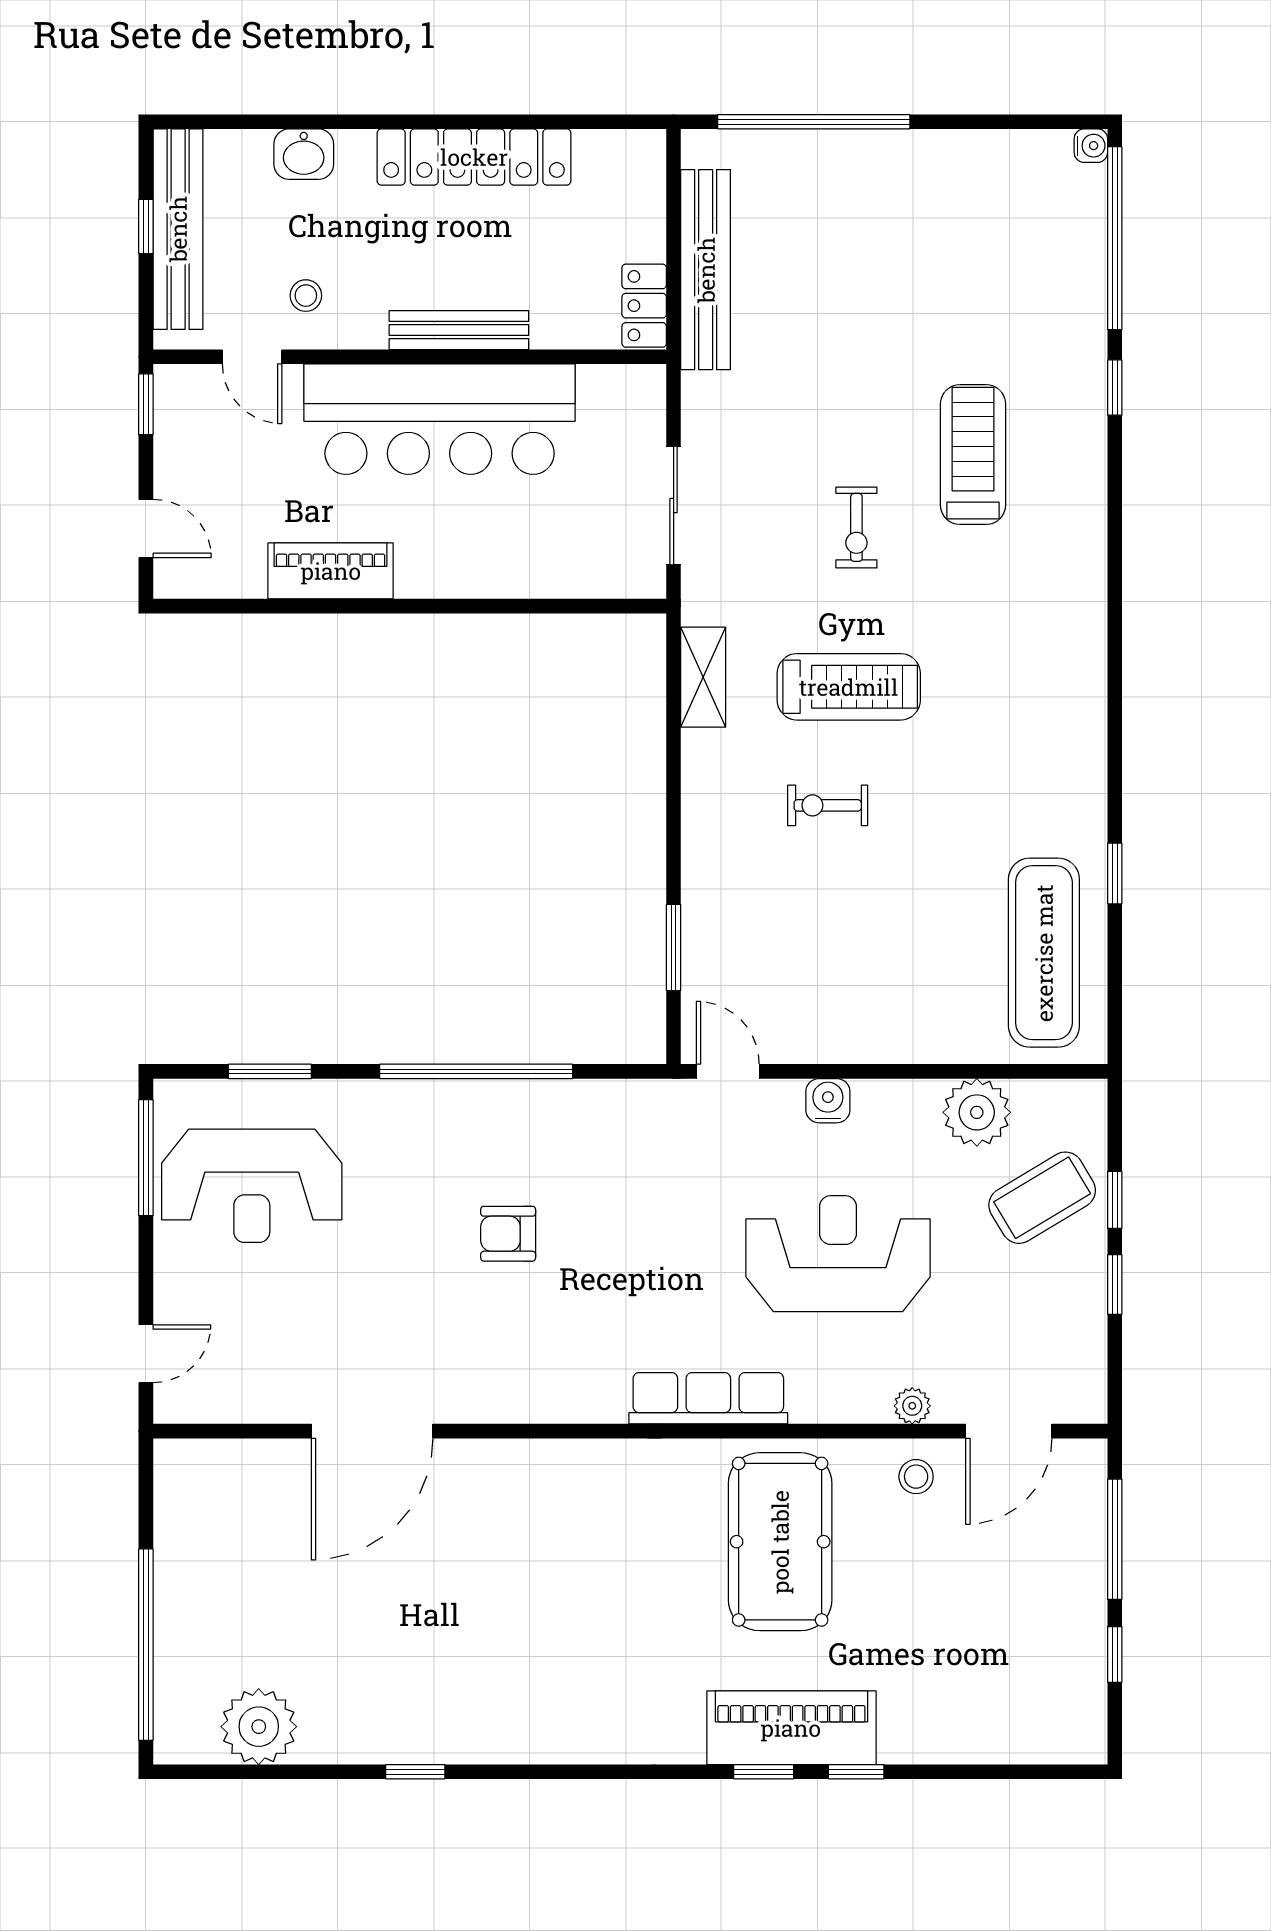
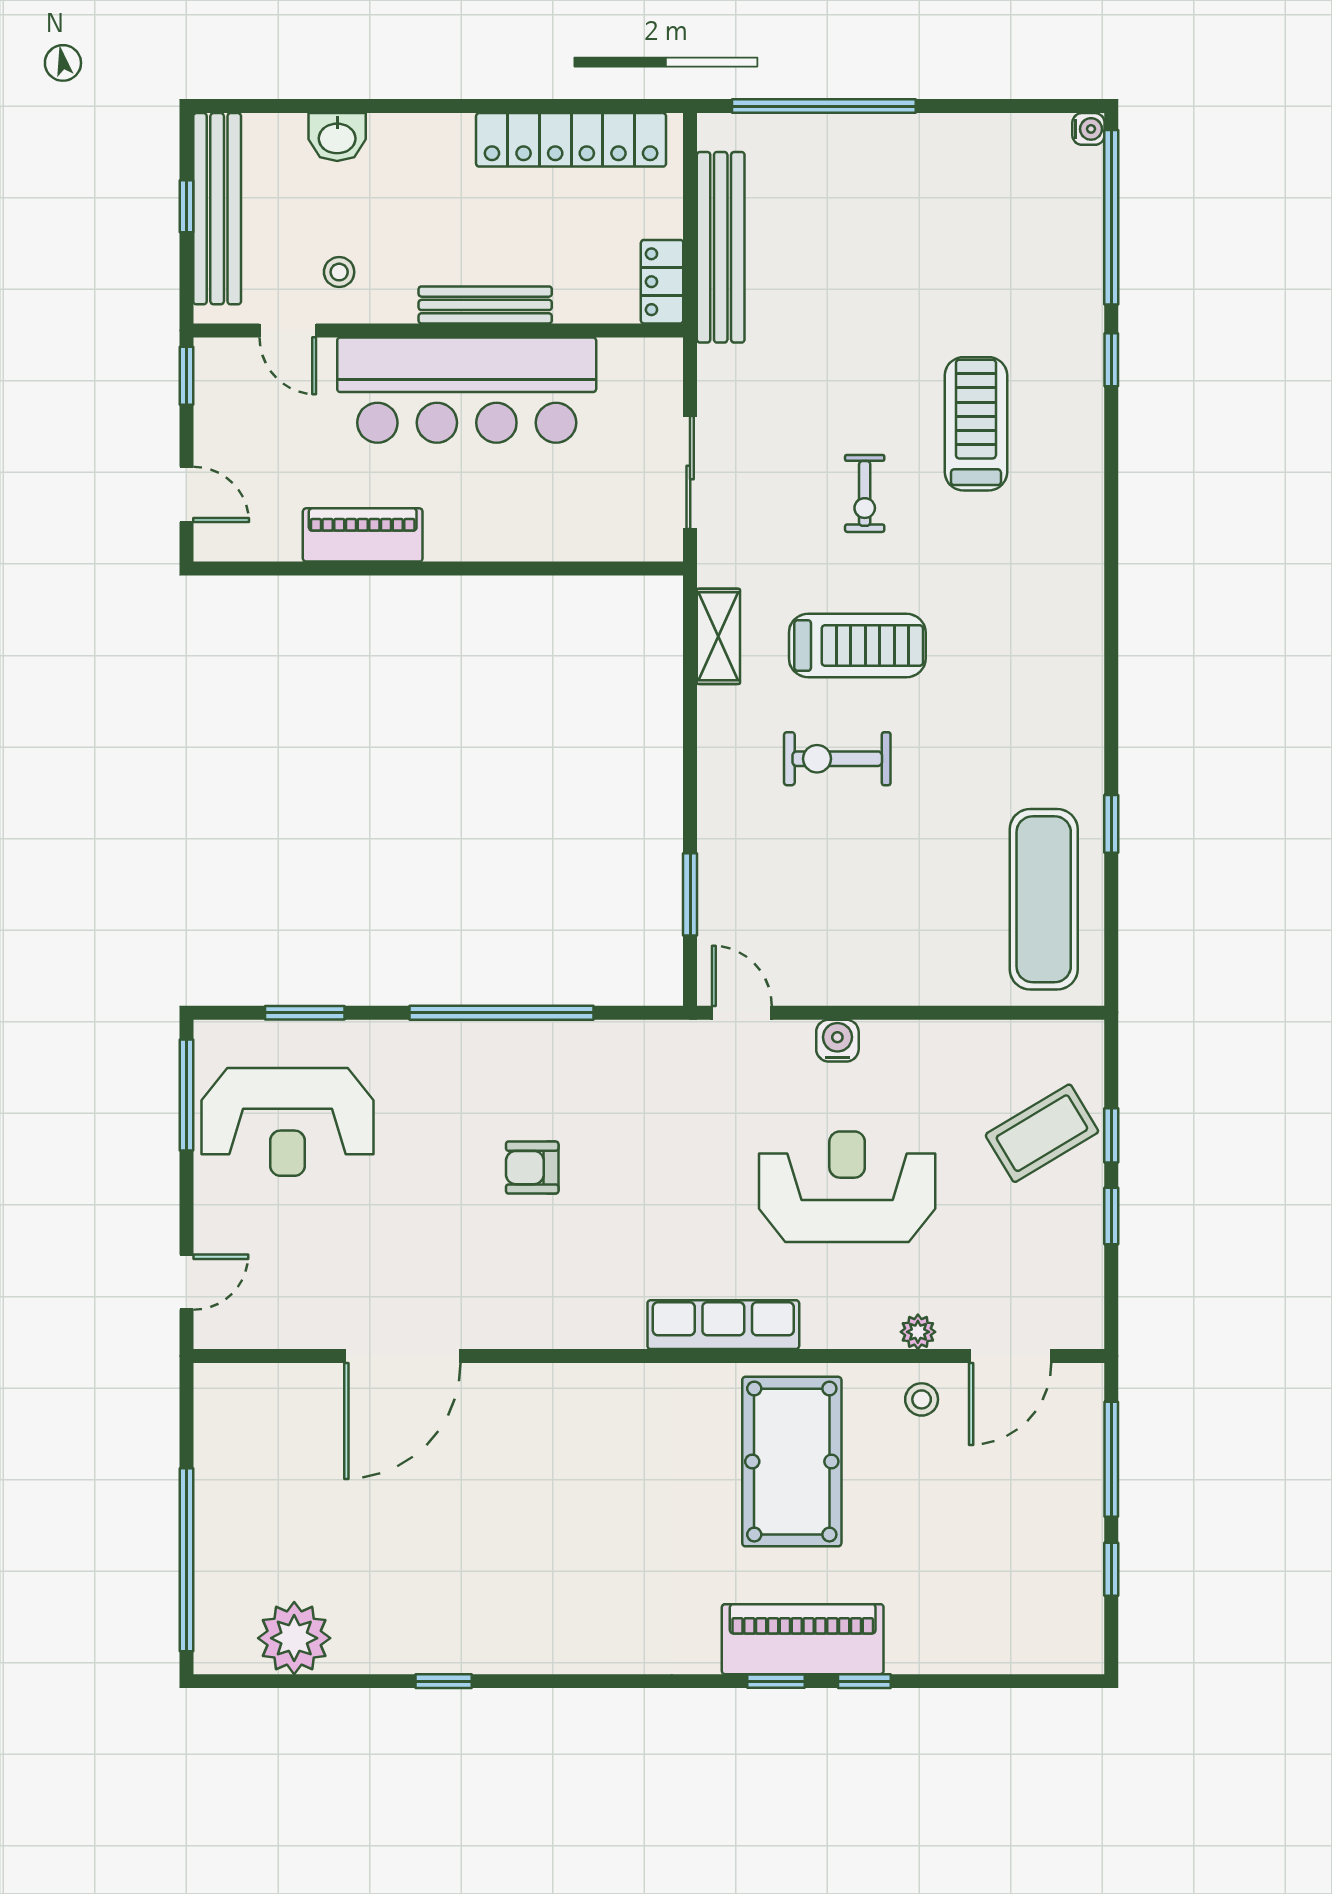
locker: (474, 157) -> (571, 140), moved
exercise bike: (828, 805) -> (837, 759), width x1.38, depth x1.39
plant: (977, 1112) -> (980, 1052), removed

